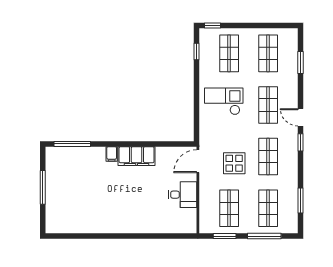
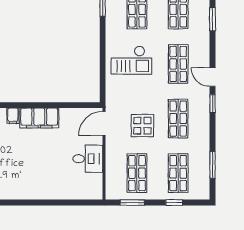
checkout: (224, 101) -> (131, 60), turned 180
window: (264, 236) -> (174, 203), width x0.46

